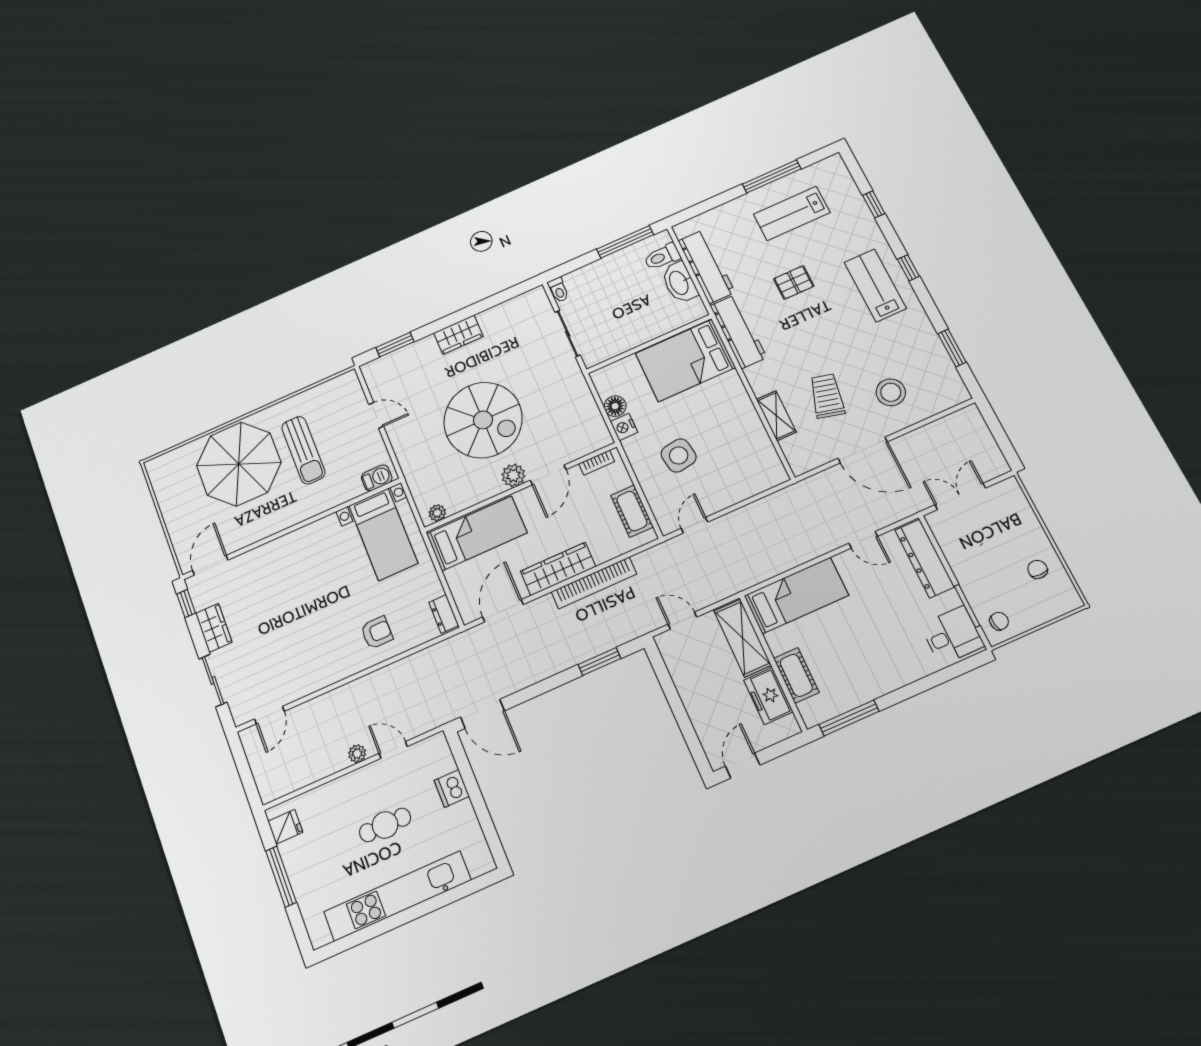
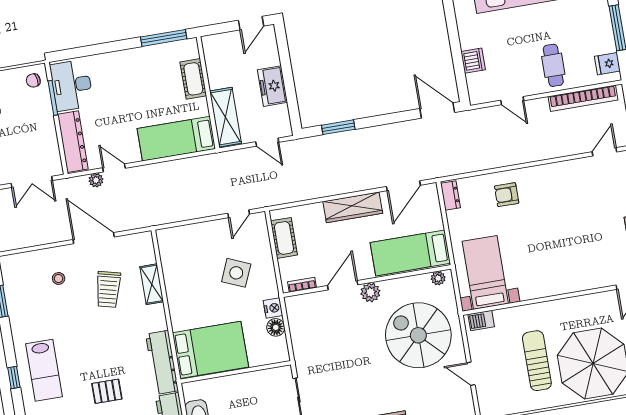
stool: (891, 392) -> (59, 278), width x0.53, depth x0.53
spiral stairs: (483, 420) -> (418, 335), moved
side table: (679, 455) -> (236, 273), turned 32
bookcase: (594, 583) -> (583, 98), moved, turned 180
desk: (952, 635) -> (72, 85), width x1.37
freezer: (768, 696) -> (272, 86), moved, turned 180
plant: (357, 754) -> (96, 180), moved
cafe table: (385, 825) -> (553, 65), moved, turned 90

